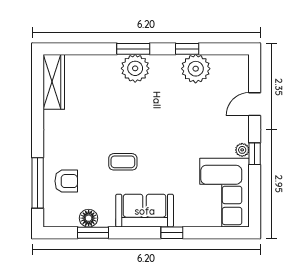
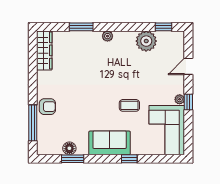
window: (133, 49) -> (81, 27), moved
window: (187, 49) -> (163, 27), moved
plant: (135, 68) -> (107, 36), width x0.53, depth x0.53
coffee table: (123, 162) -> (129, 105), moved
armchair: (66, 181) -> (47, 107), moved

